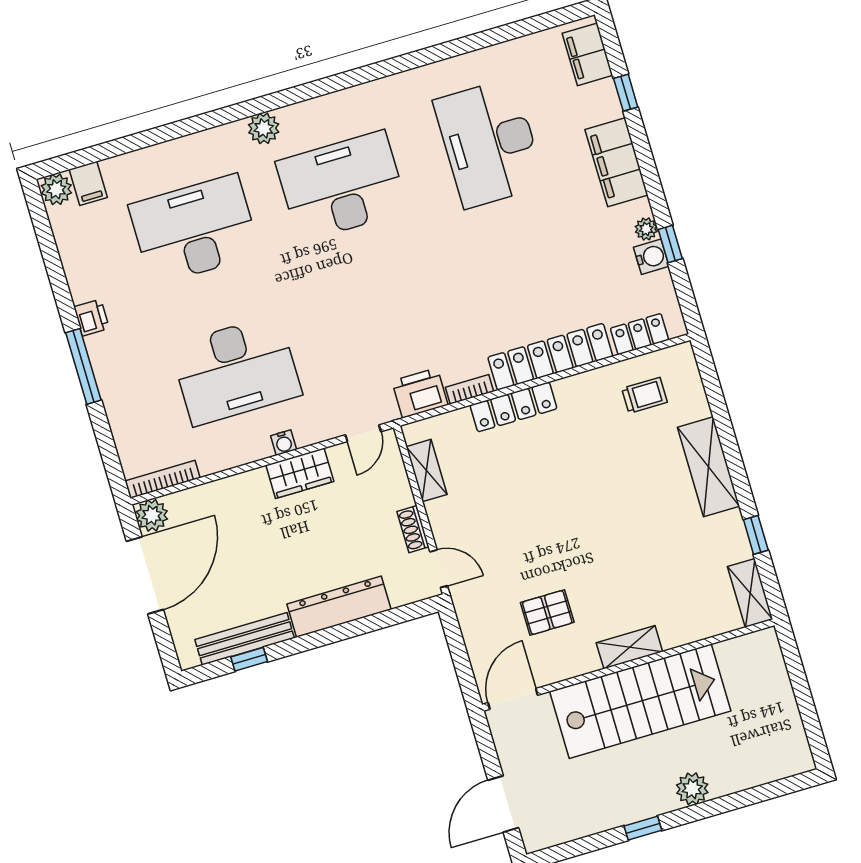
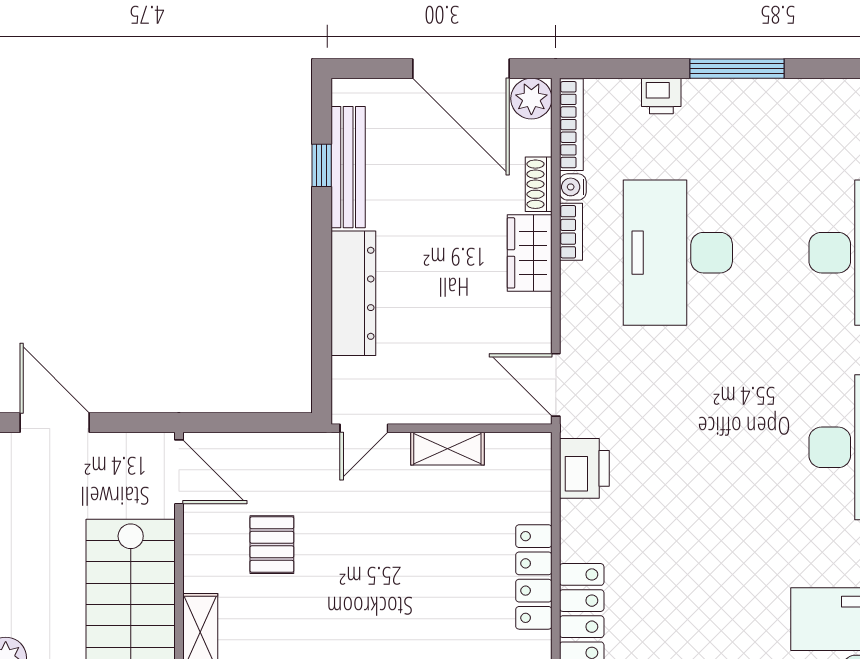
printer: (92, 318) -> (661, 96), moved
bookcase: (469, 389) -> (571, 232), moved
door: (363, 433) -> (556, 385), width x1.38
water cooler: (284, 443) -> (573, 187), moved
shelving: (427, 471) -> (447, 449), moved
wardrobe: (300, 473) -> (530, 253), moved
shoe rack: (413, 529) -> (539, 184), moved, turned -90

